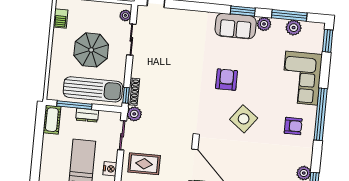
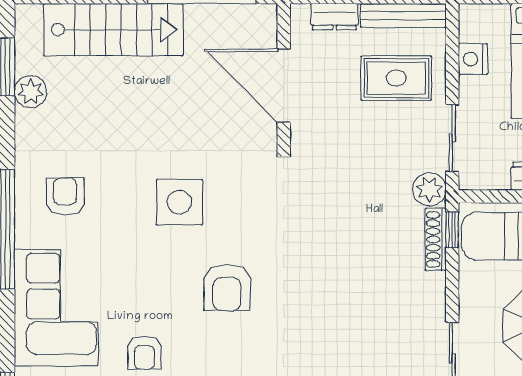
armchair: (265, 55) -> (144, 353), added
side table: (244, 119) -> (179, 202), turned -37
armchair: (293, 126) -> (65, 197), turned 90

